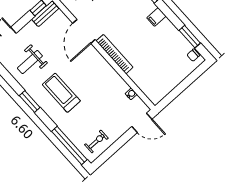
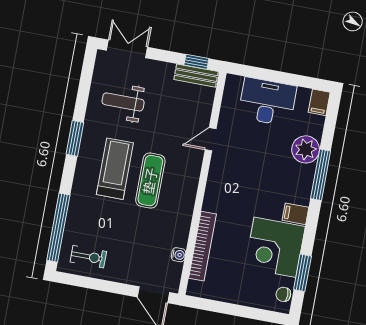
door: (84, 31) -> (211, 139), width x0.53
corner desk: (166, 41) -> (275, 247), added
bookcase: (115, 54) -> (202, 246), moved
exercise mat: (81, 79) -> (150, 181), added

